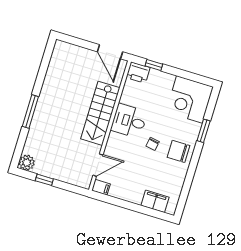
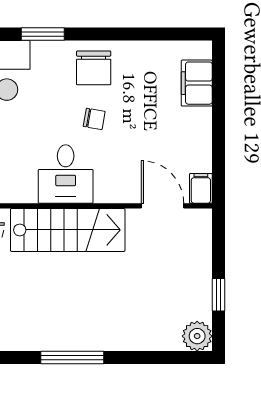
window: (30, 111) -> (72, 357), moved

